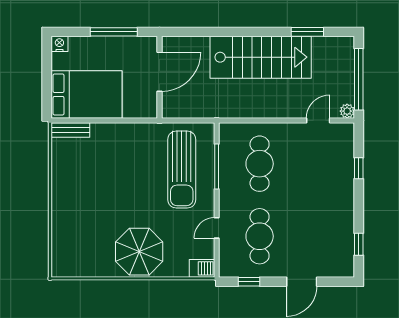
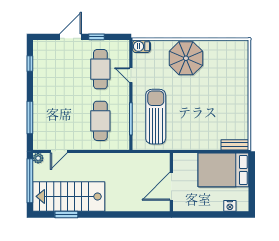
window: (114, 32) -> (204, 215), removed
nightstand: (59, 44) -> (230, 206), moved
stairs: (261, 57) -> (69, 196), moved
window: (359, 168) -> (30, 118), width x2.17
door: (217, 228) -> (131, 75), swing flipped
window: (249, 282) -> (96, 37), moved

